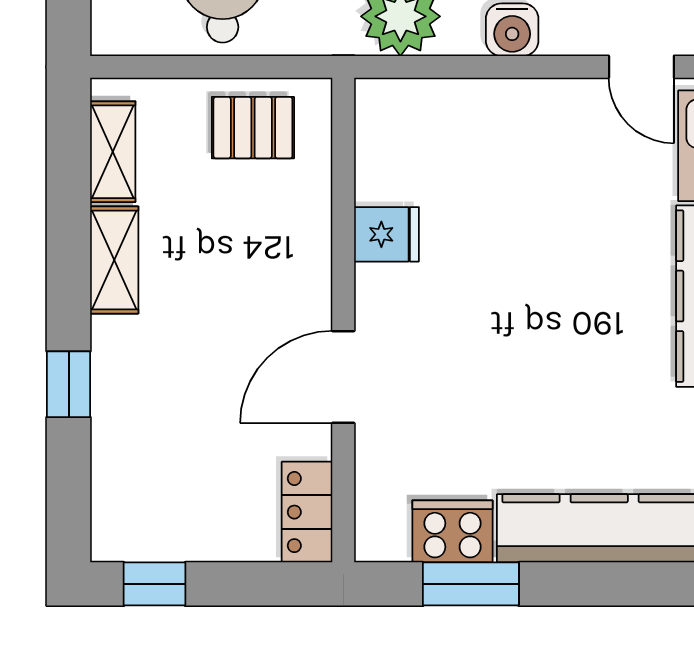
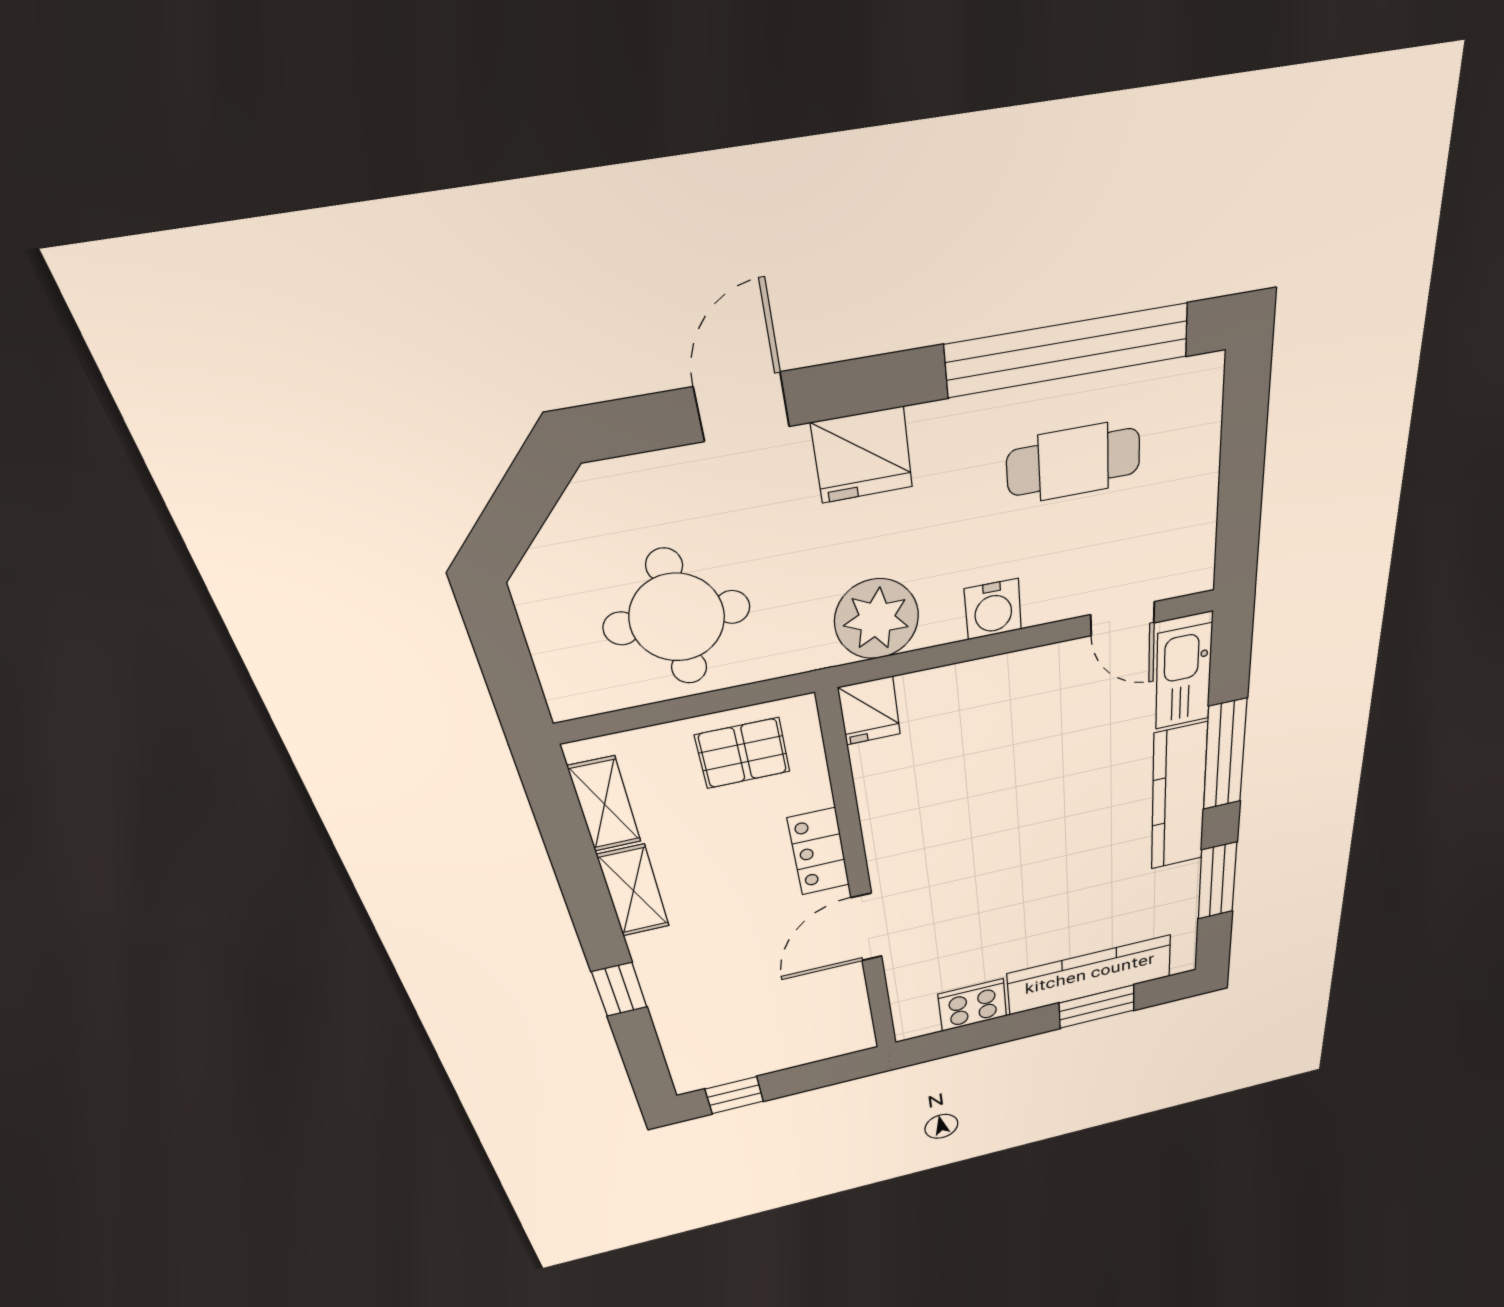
fridge: (386, 234) -> (869, 711), moved, turned 90
locker: (307, 512) -> (819, 852), moved
window: (471, 584) -> (1097, 1007), moved

